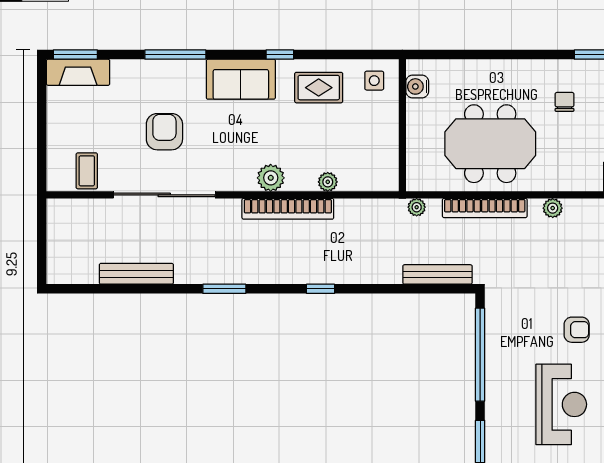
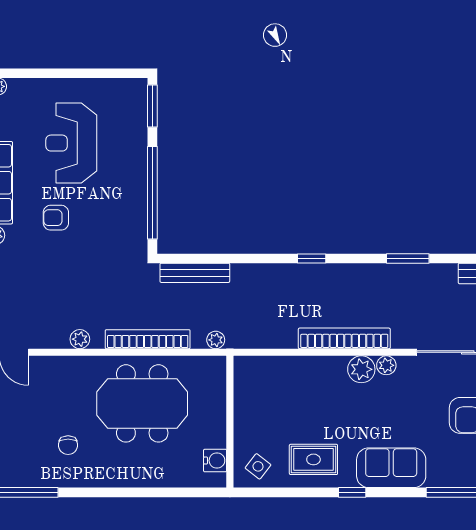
side table: (374, 81) -> (258, 466), turned 38
plant: (328, 182) -> (386, 365), moved

